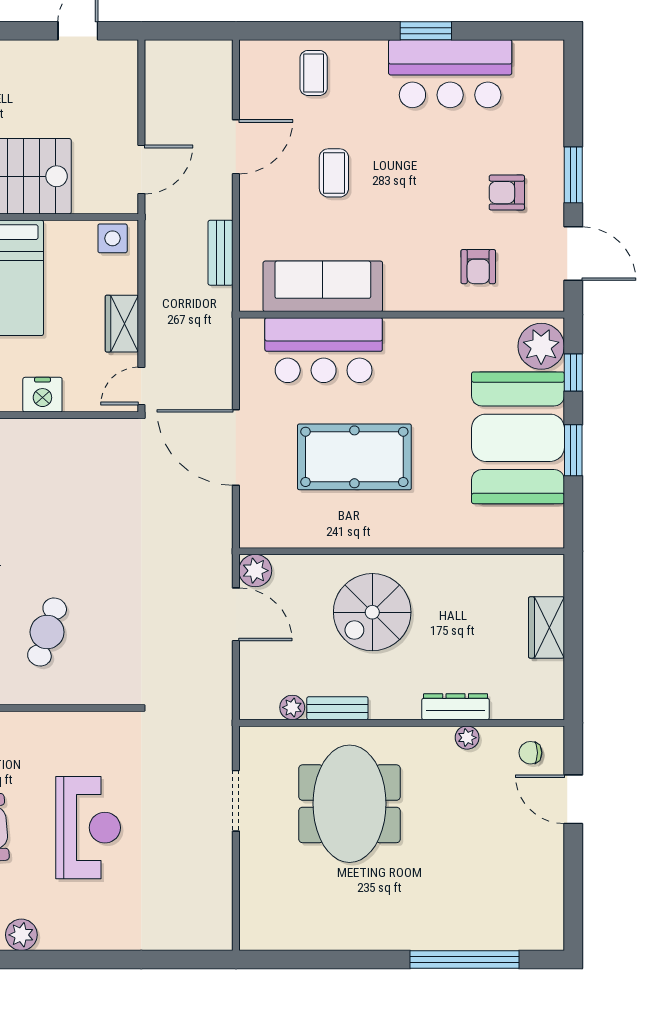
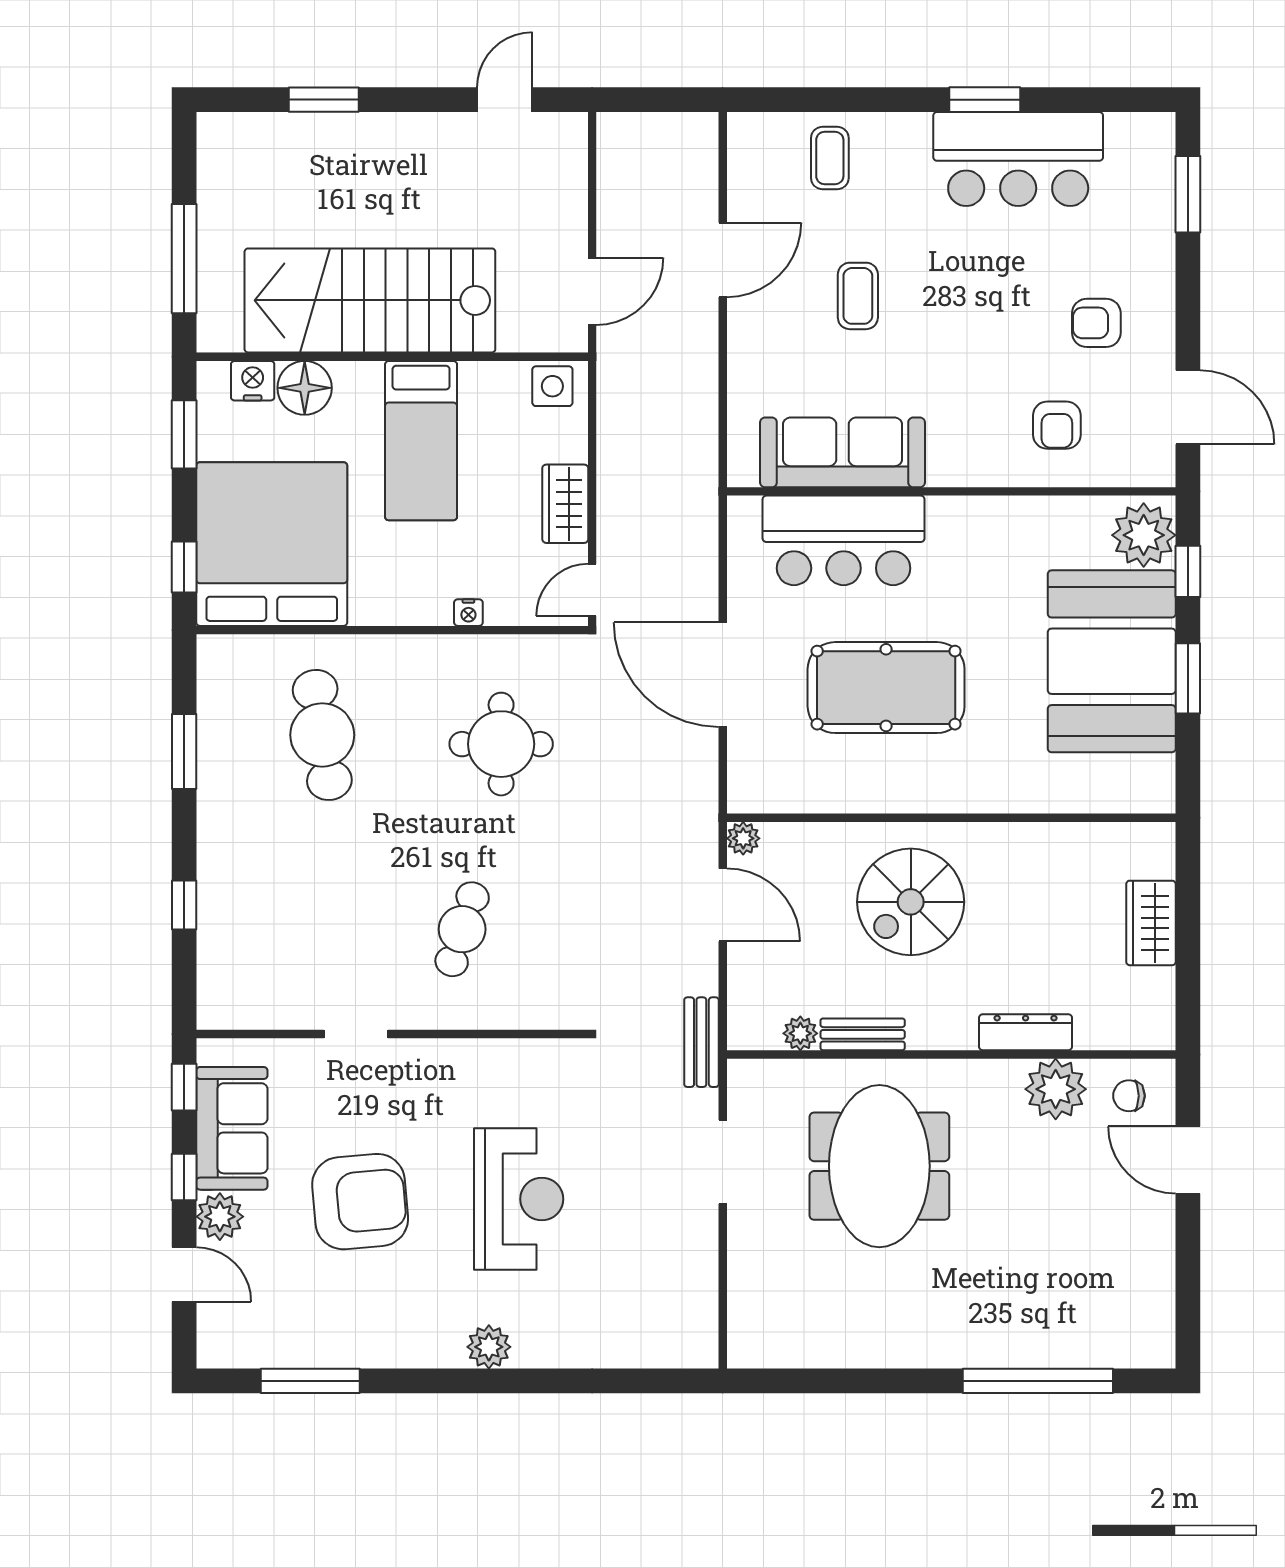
window: (573, 175) -> (1188, 194), moved
bench: (221, 253) -> (701, 1042), moved
nightstand: (42, 395) -> (468, 613), width x0.53, depth x0.56
round table: (75, 498) -> (501, 744), added
plant: (255, 571) -> (743, 838), width x0.73, depth x0.73
plant: (467, 738) -> (1056, 1089), width x1.88, depth x1.88
plant: (21, 935) -> (489, 1347), moved

